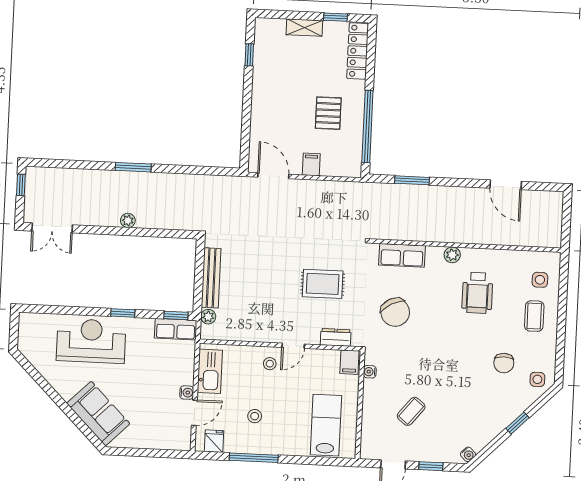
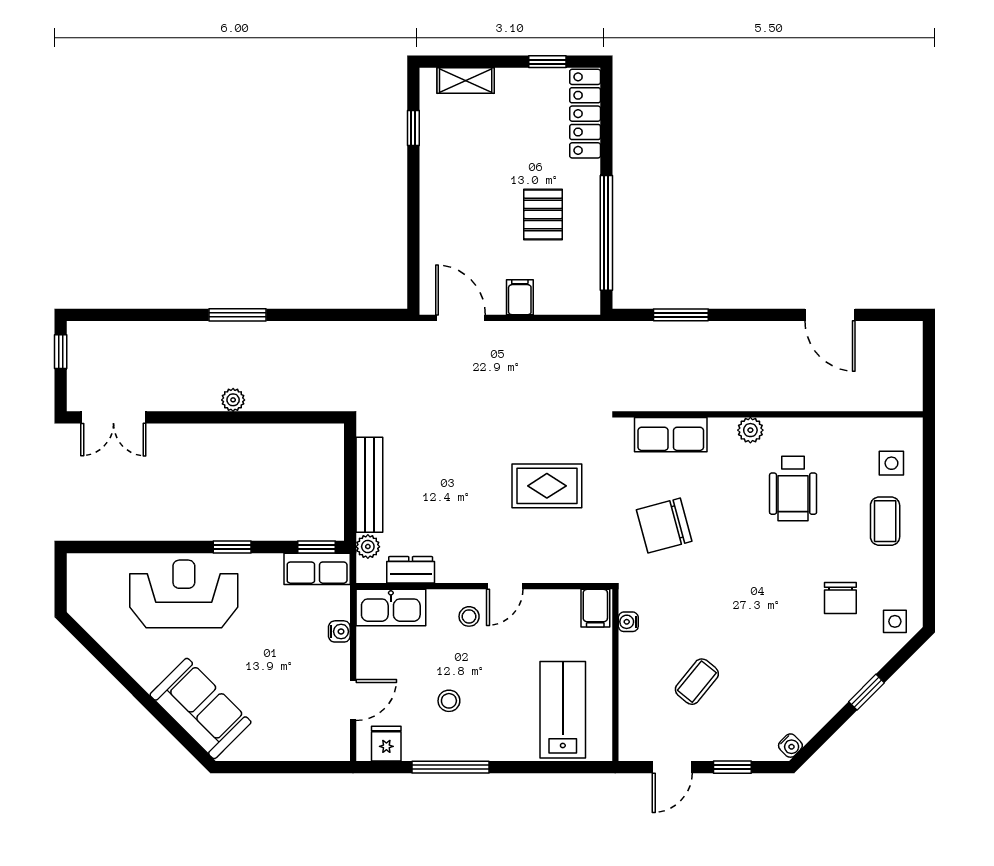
shelving: (304, 28) -> (466, 81), moved
chair: (395, 312) -> (664, 526), turned 103
dresser: (336, 337) -> (411, 570), moved
kitchen sink: (210, 371) -> (391, 608), moved, turned 90
water cooler: (187, 393) -> (339, 631), moved

